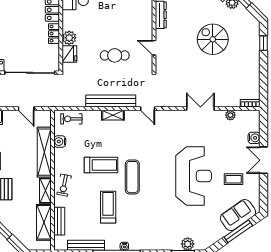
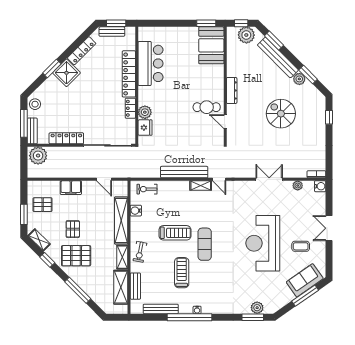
cafe table: (115, 55) -> (207, 107), moved
shelving: (113, 115) -> (201, 185), moved
water cooler: (254, 138) -> (320, 186), moved
reception desk: (194, 176) -> (263, 243), turned 180

